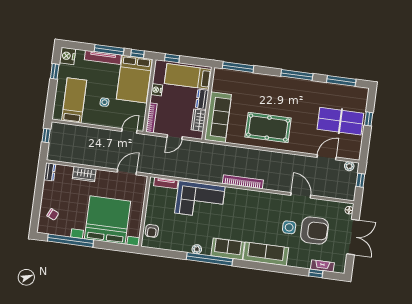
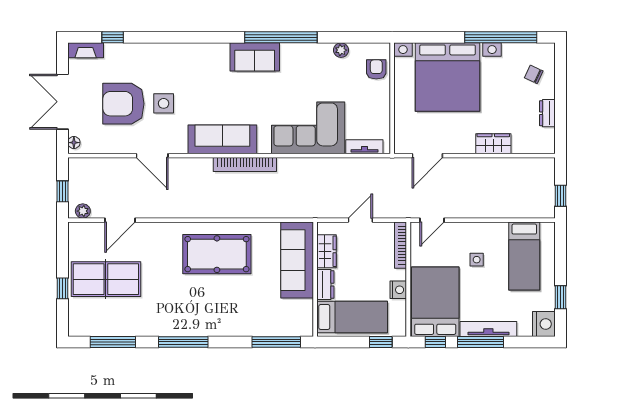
dresser: (50, 172) -> (547, 113), moved
plant: (197, 249) -> (341, 50), moved
sofa: (266, 254) -> (222, 139), moved, turned 180
fireplace: (322, 266) -> (86, 50), moved

